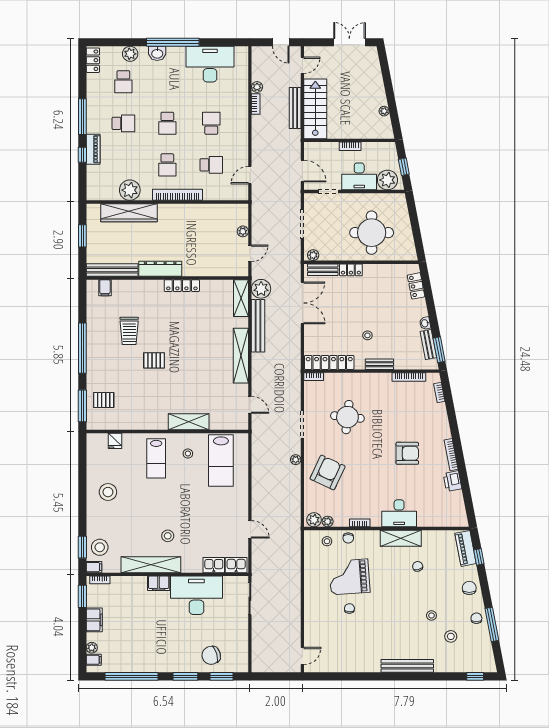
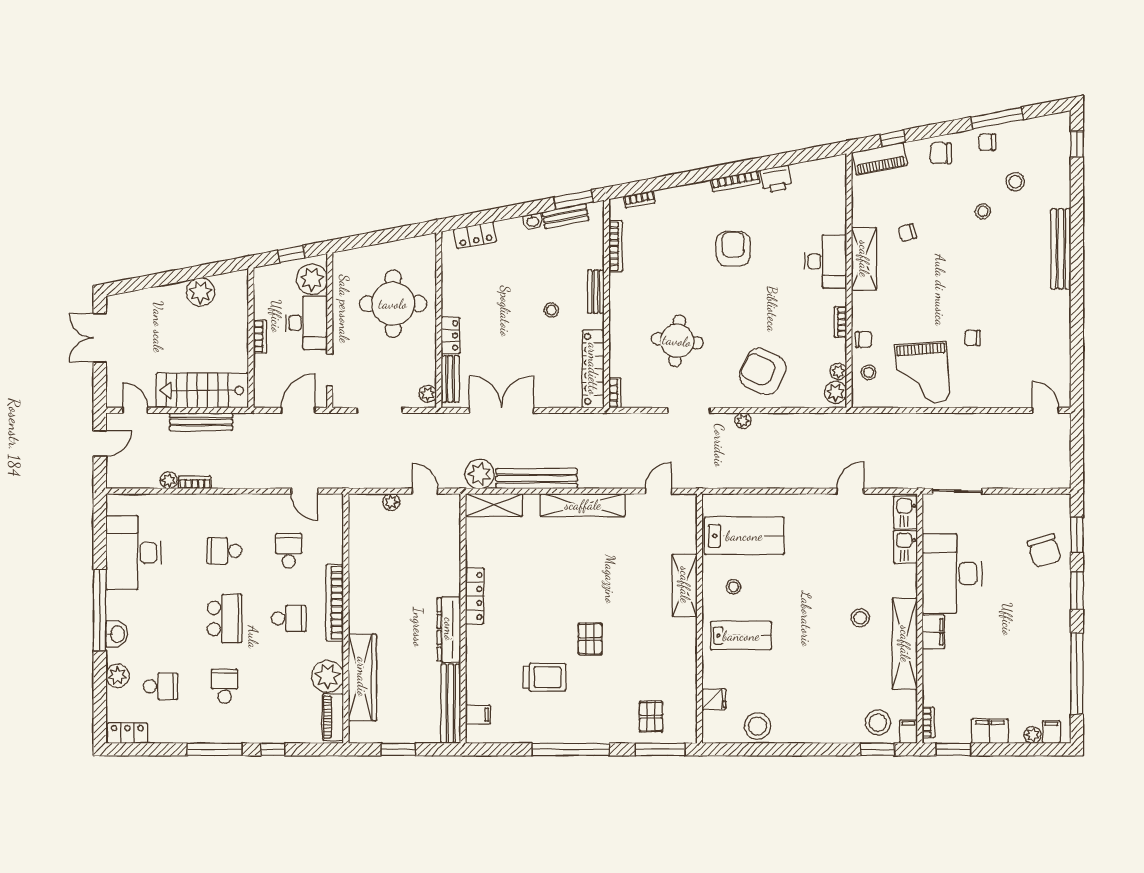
plant: (384, 111) -> (201, 292), width x1.87, depth x1.87
school desk: (167, 123) -> (225, 618), width x1.85
piano: (93, 149) -> (333, 717), moved, turned -90
stool: (108, 492) -> (758, 726), moved
grand piano: (349, 577) -> (922, 373), moved

